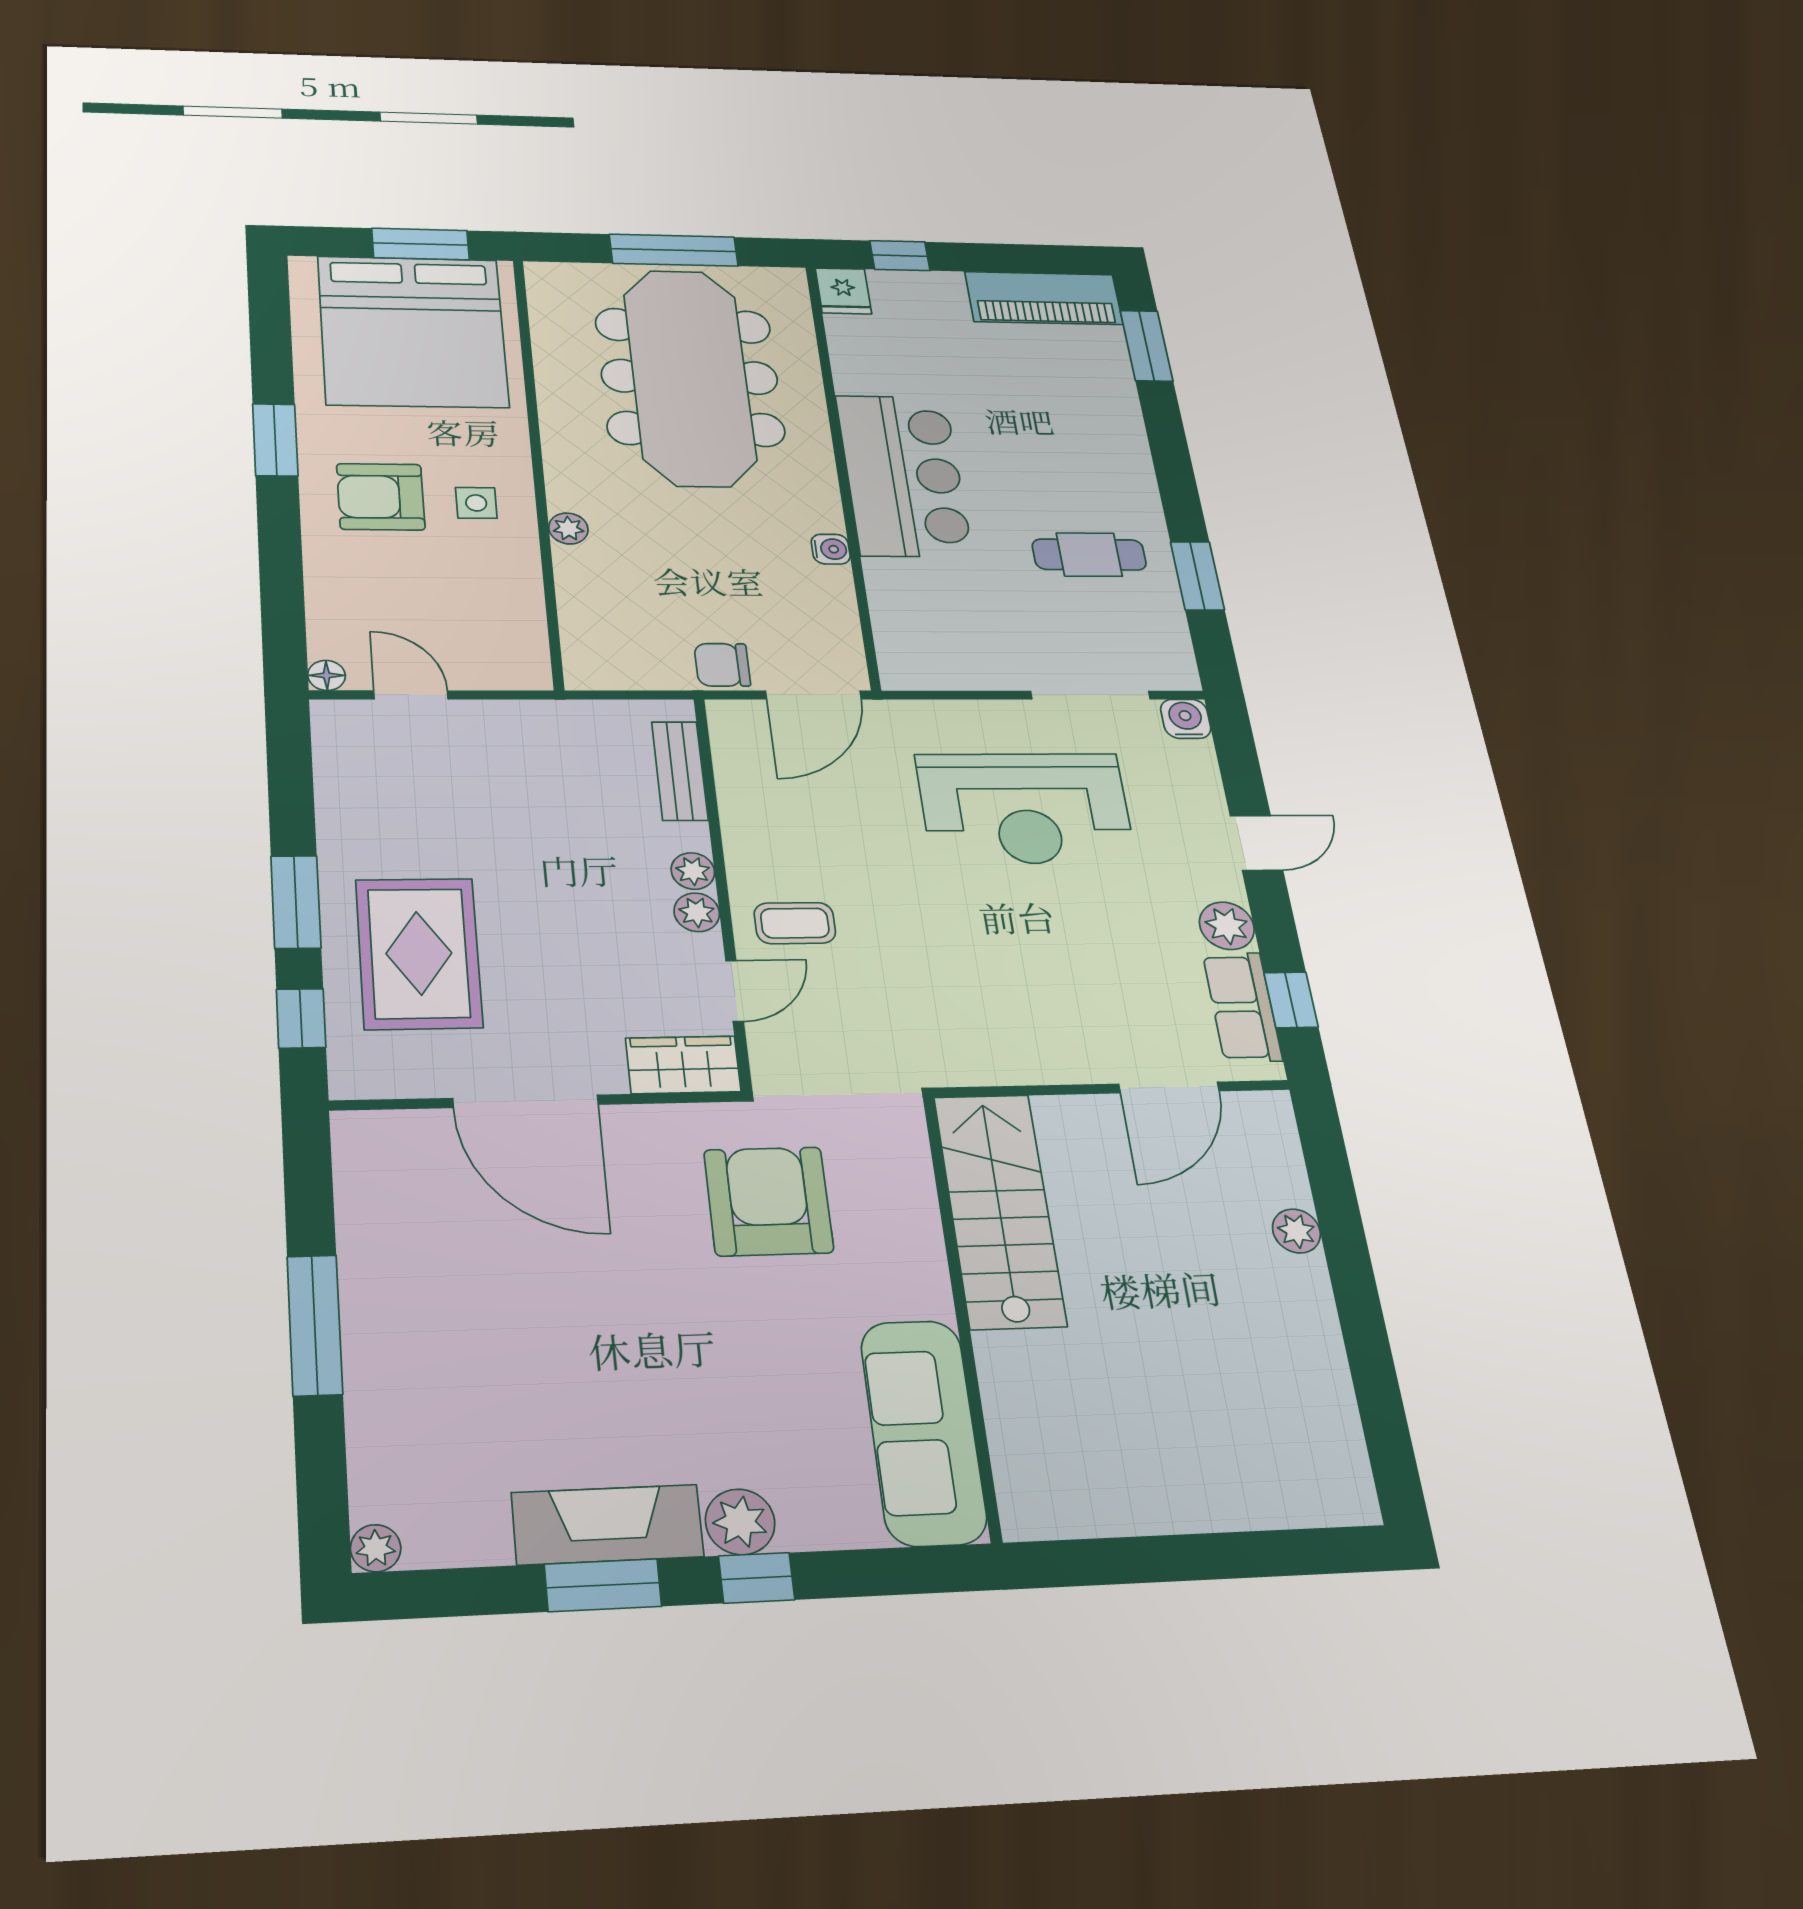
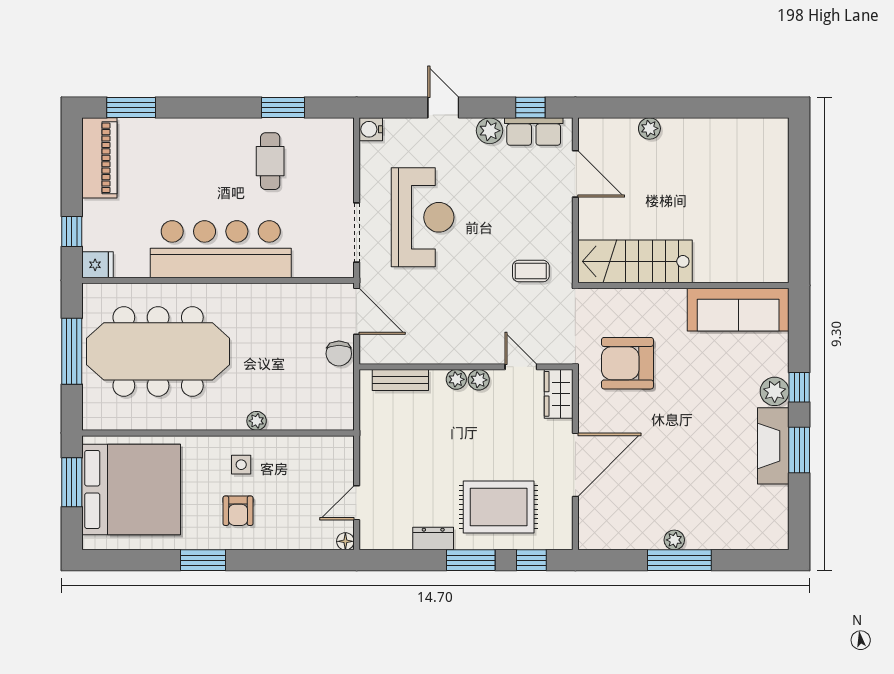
bar counter: (904, 476) -> (221, 249), width x1.36
armchair: (381, 497) -> (238, 511), width x0.72, depth x0.72
water cooler: (831, 549) -> (268, 292), removed
doorway: (1090, 695) -> (357, 232), moved
dresser: (341, 832) -> (433, 539), added
coffee table: (795, 923) -> (531, 271), moved, turned 90
plant: (376, 1548) -> (674, 540), moved

